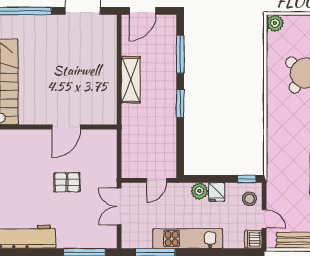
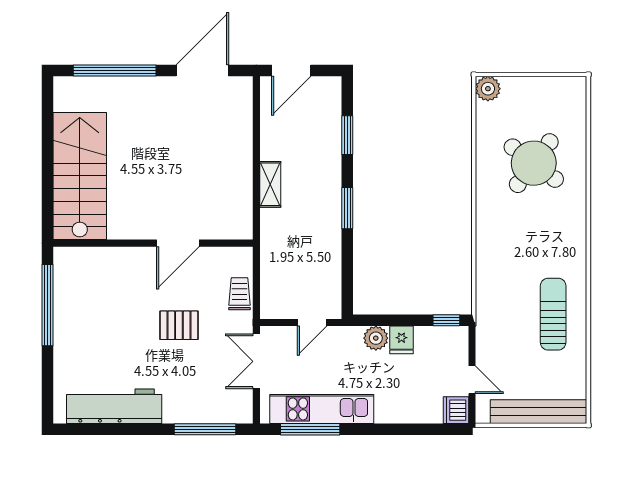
window: (180, 54) -> (347, 135), width x0.69
shelving: (131, 80) -> (270, 184), width x0.67, depth x0.75
trolley: (108, 161) -> (239, 294), added
stool: (250, 199) -> (450, 350), removed
kitchen unit: (188, 239) -> (322, 409), moved

